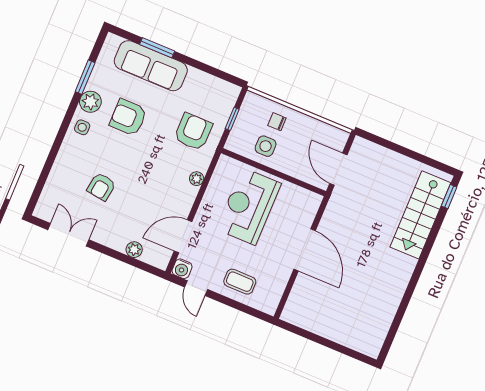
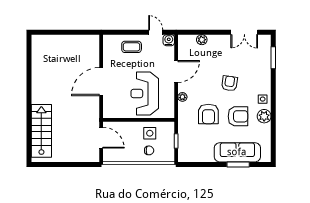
window: (85, 77) -> (273, 58), moved
armchair: (193, 132) -> (208, 114), moved
armchair: (101, 187) -> (230, 83), moved
window: (449, 197) -> (29, 149), removed
reception desk: (249, 206) -> (145, 94), turned 180
door: (183, 236) -> (176, 71), moved
door: (305, 250) -> (101, 82), hinge flipped

